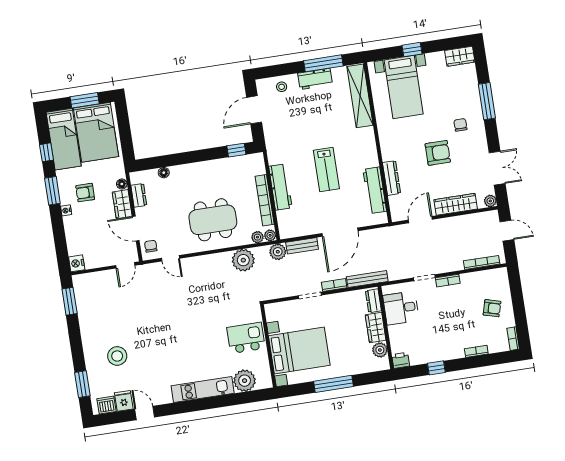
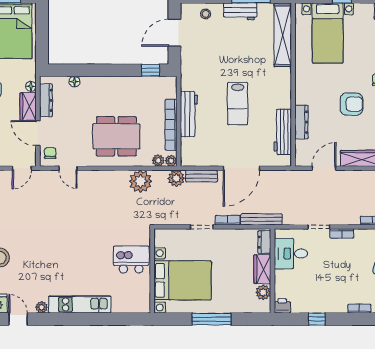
dresser: (139, 195) -> (46, 100), width x1.44
plant: (245, 381) -> (42, 307), moved, width x0.53, depth x0.53

